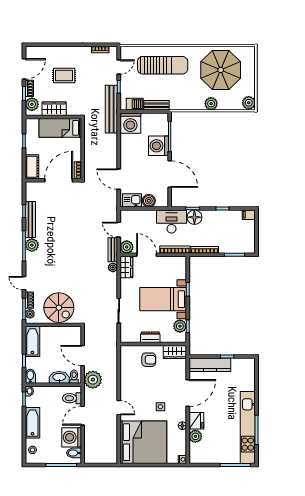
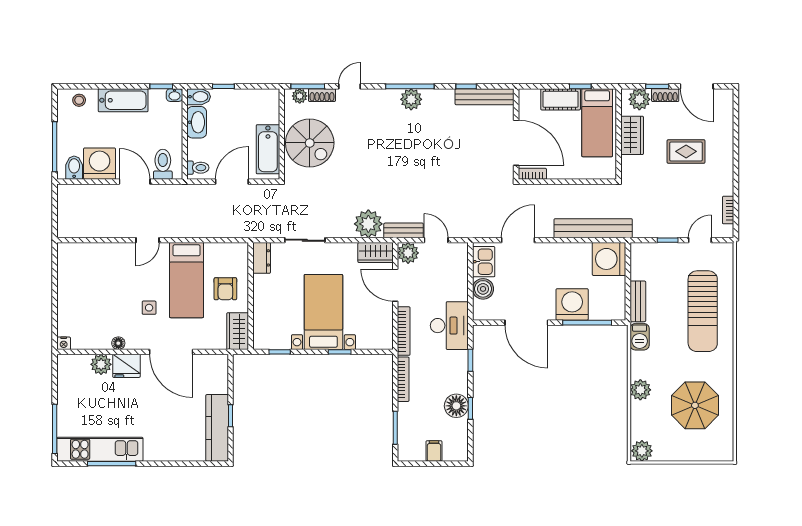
door: (119, 67) -> (700, 240), swing flipped
parasol: (221, 70) -> (695, 405), width x0.73, depth x0.73
rug: (64, 76) -> (686, 151), turned 90
barbecue: (135, 104) -> (640, 337), moved
bench: (111, 109) -> (593, 228), moved
bed: (60, 128) -> (597, 123), moved, turned 180
cot: (32, 167) -> (561, 99), moved
door: (170, 174) -> (526, 323), hinge flipped
filing cabinet: (249, 215) -> (434, 451), moved
floor lamp: (194, 217) -> (456, 406), moved
bench: (30, 219) -> (485, 97), moved
door: (119, 230) -> (436, 240), hinge flipped
door: (147, 255) -> (395, 285), swing flipped
plant: (113, 267) -> (368, 224), width x1.87, depth x1.87
spiral stairs: (59, 308) -> (310, 143), turned -90
plant: (180, 326) -> (280, 339), removed
dresser: (150, 337) -> (262, 258), moved
bathtub: (32, 341) -> (268, 149), moved, turned 90
kitchen counter: (210, 365) -> (217, 428), moved
washbasin: (59, 377) -> (197, 122), moved
plant: (93, 380) -> (193, 198), removed
kitchen unit: (248, 427) -> (100, 449), width x0.73
bed: (143, 442) -> (187, 280), moved, width x0.49

